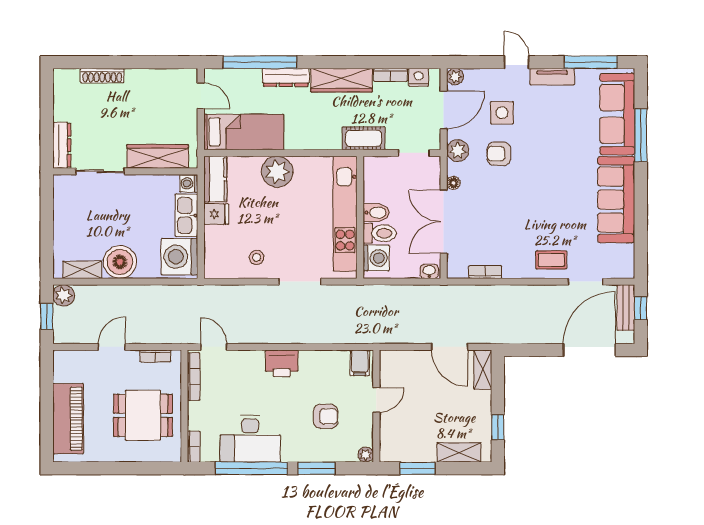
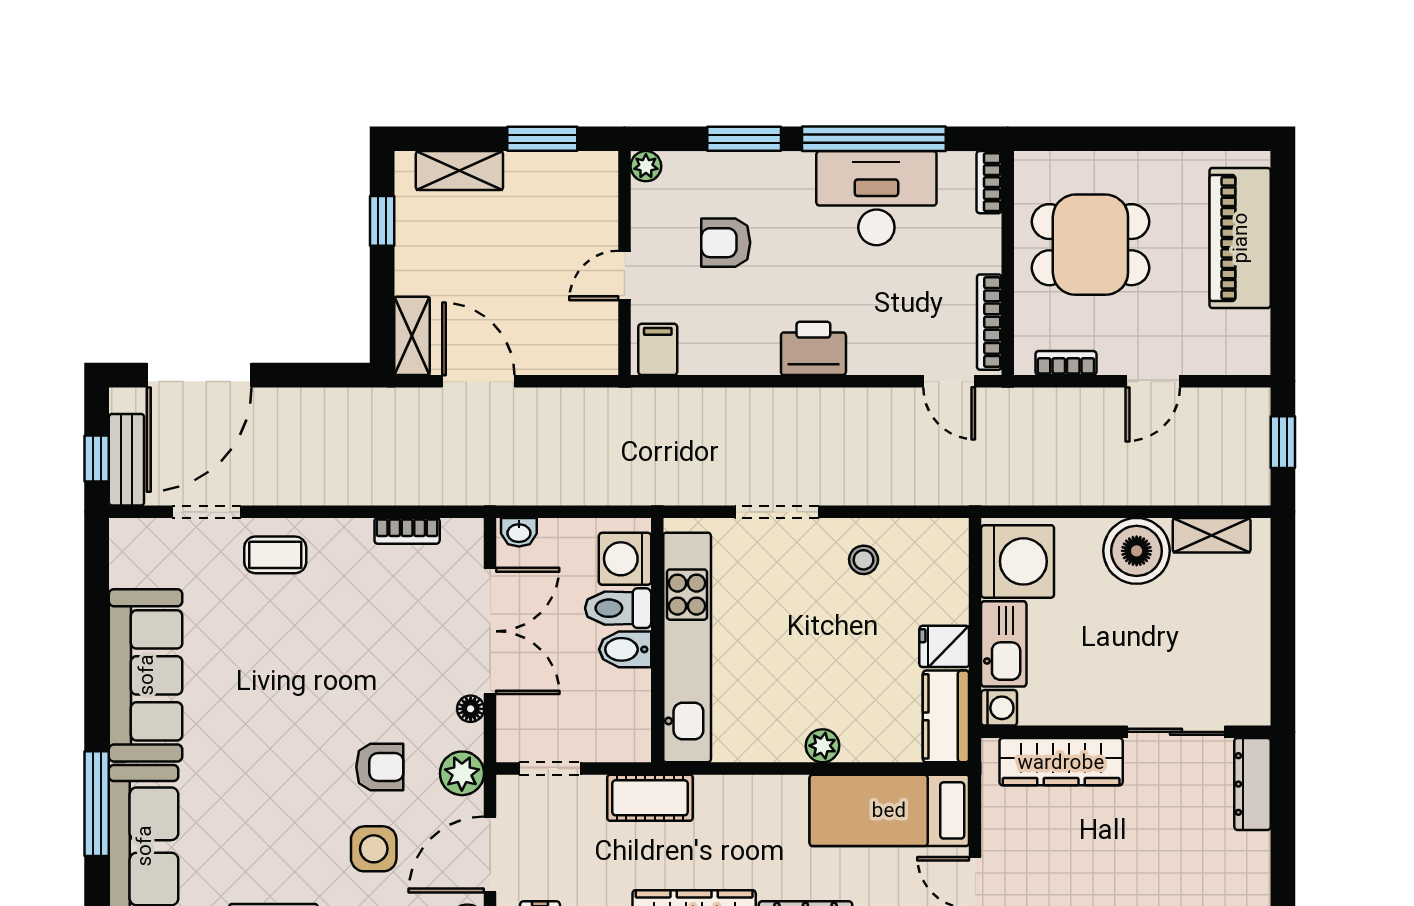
plant: (277, 172) -> (823, 746), width x0.53, depth x0.53
plant: (64, 295) -> (1249, 484), removed

